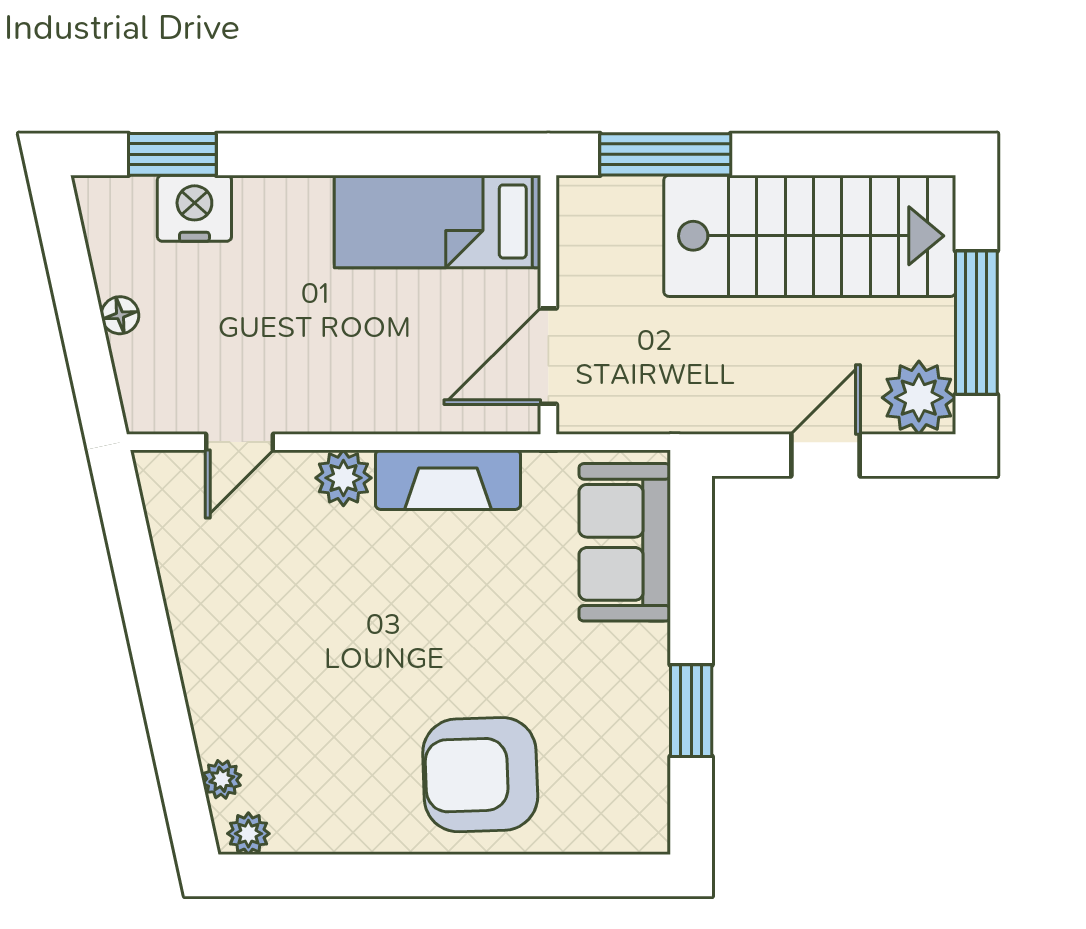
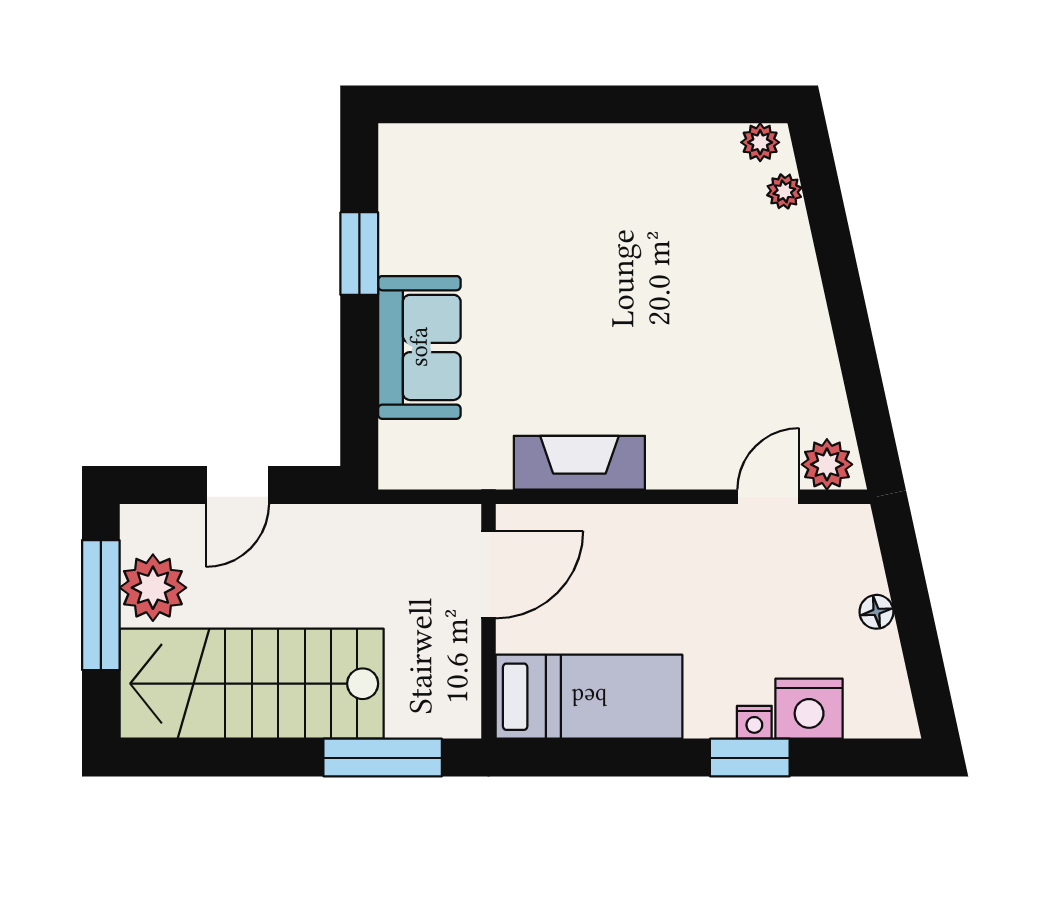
window: (172, 154) -> (750, 758), moved
nightstand: (255, 193) -> (754, 722), added
plant: (919, 398) -> (153, 588), moved
plant: (343, 478) -> (827, 464), moved
sofa: (625, 542) -> (419, 347), moved
armchair: (480, 775) -> (550, 196), removed

